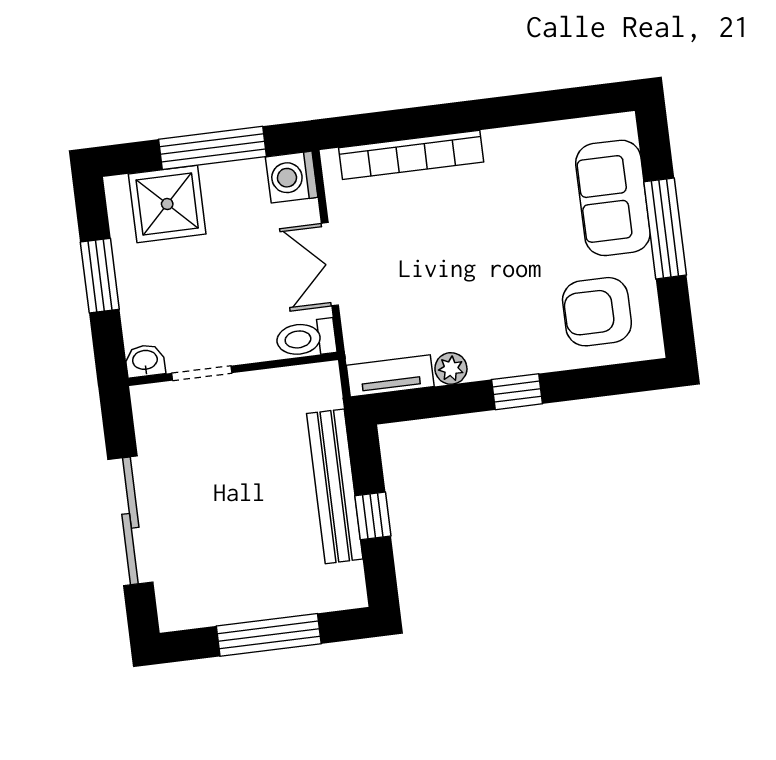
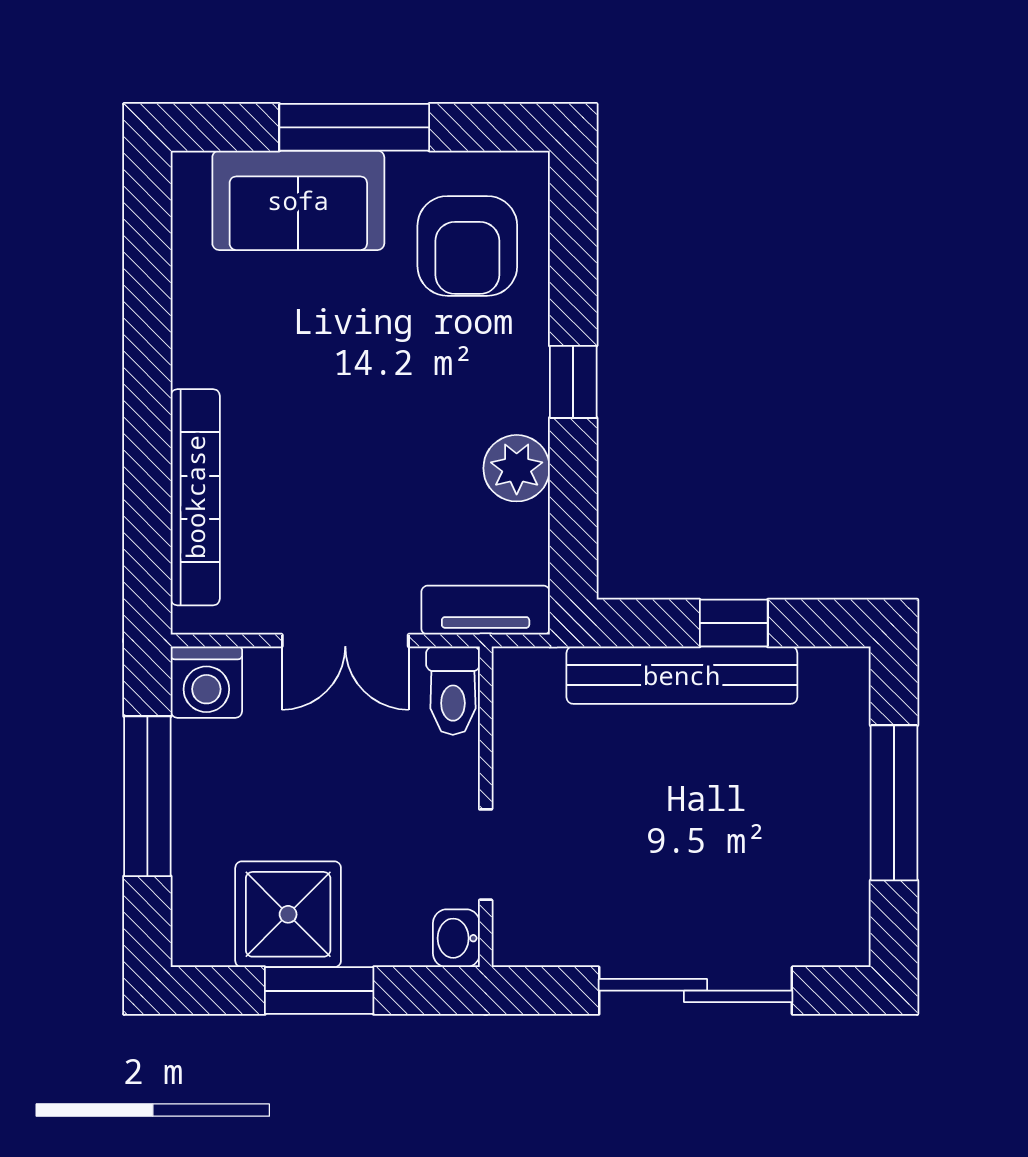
shower: (167, 204) -> (288, 914), moved
plant: (451, 368) -> (517, 468), width x1.38, depth x1.38
tv unit: (390, 376) -> (486, 610), moved, turned 90

